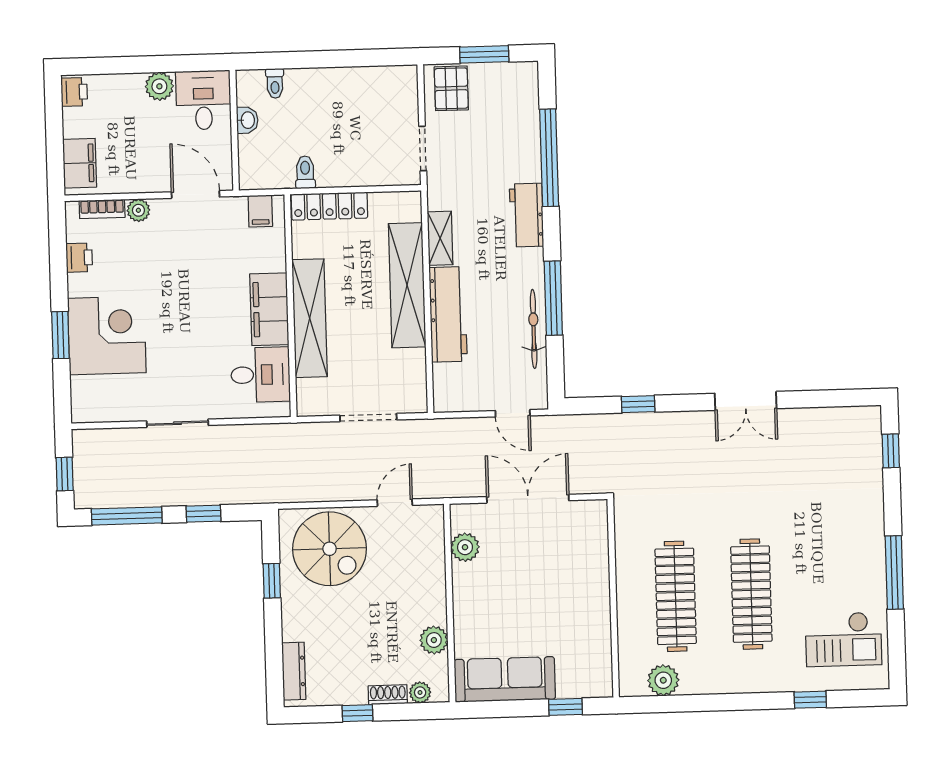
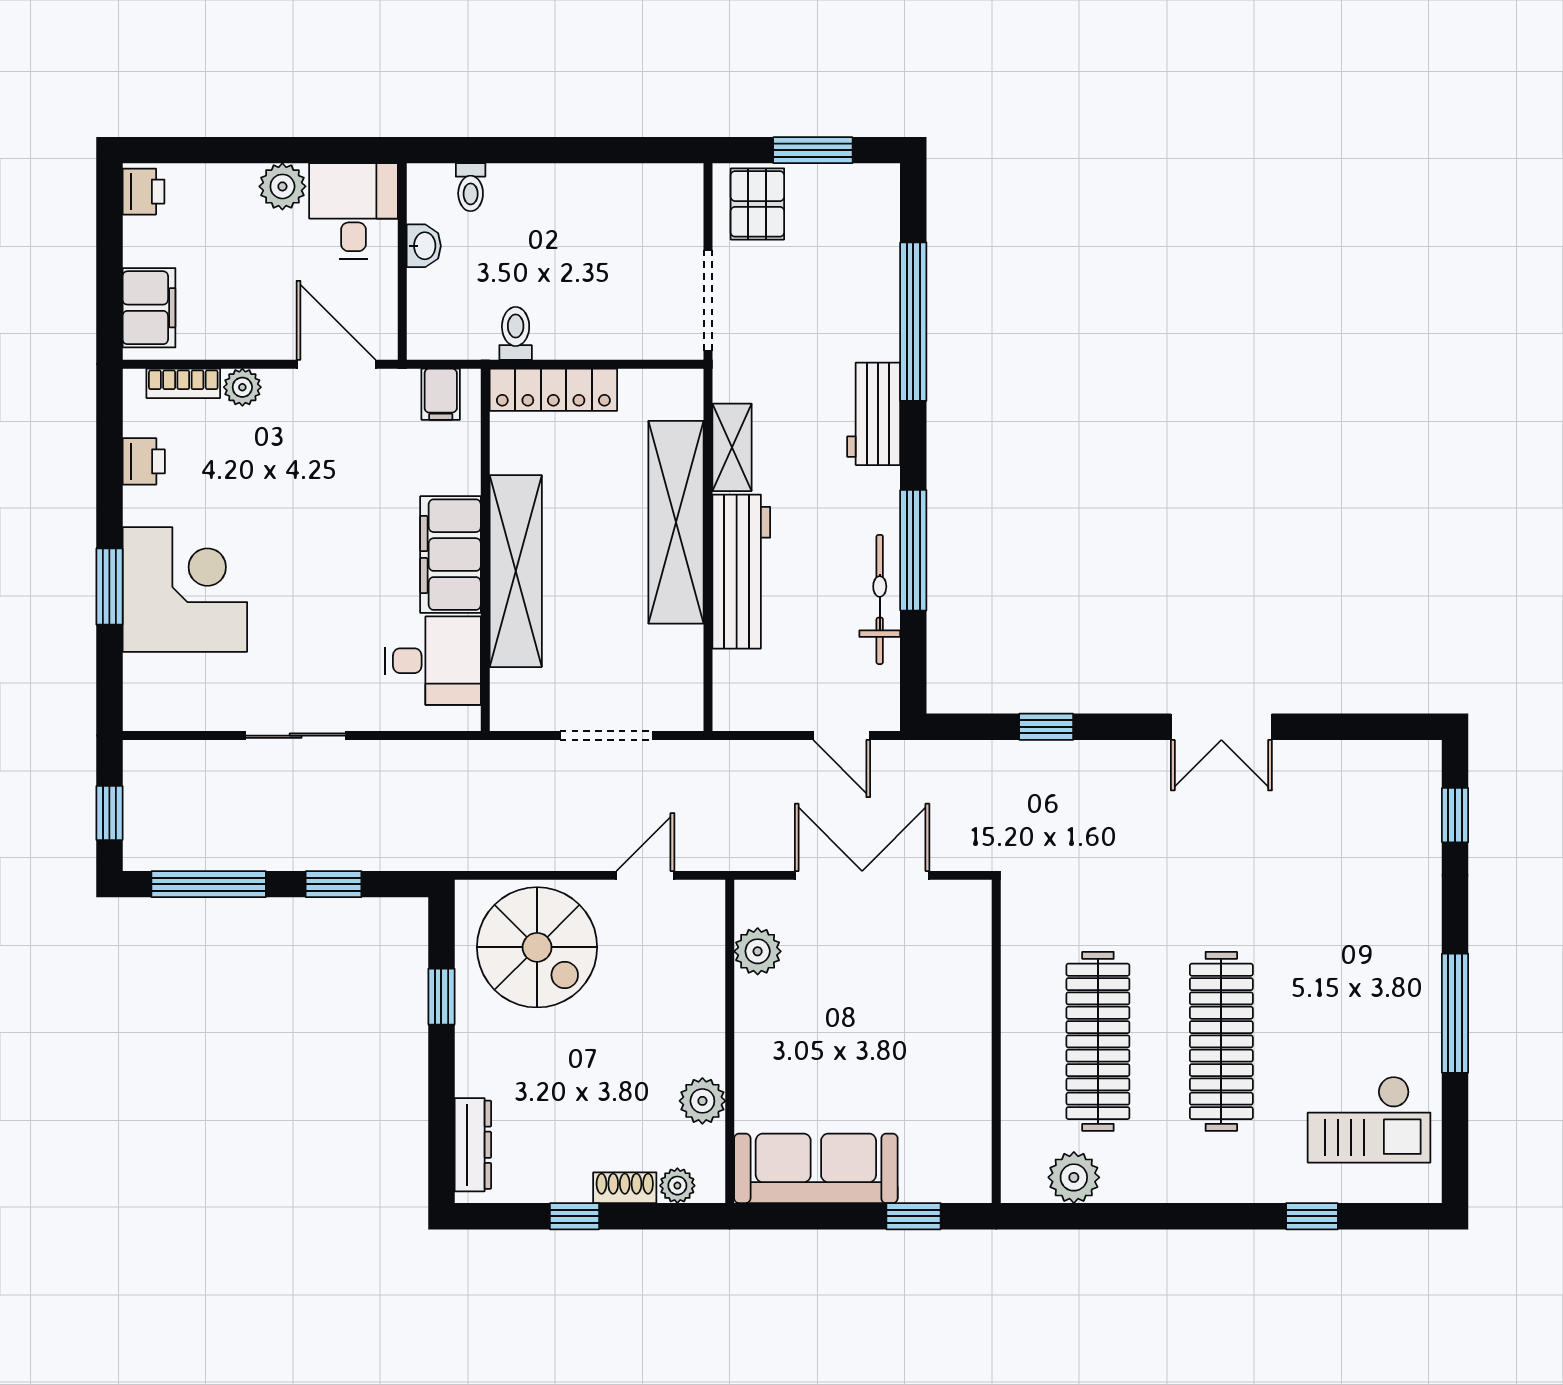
doorway: (423, 148) -> (708, 300), width x1.38

